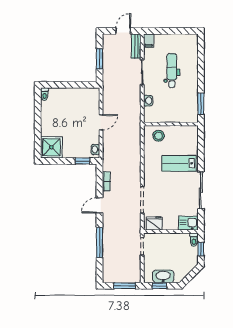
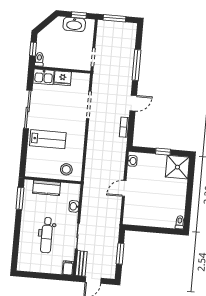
kitchen counter: (176, 116) -> (47, 188), added
window: (83, 161) -> (163, 152), moved
fridge: (154, 223) -> (63, 78), moved

